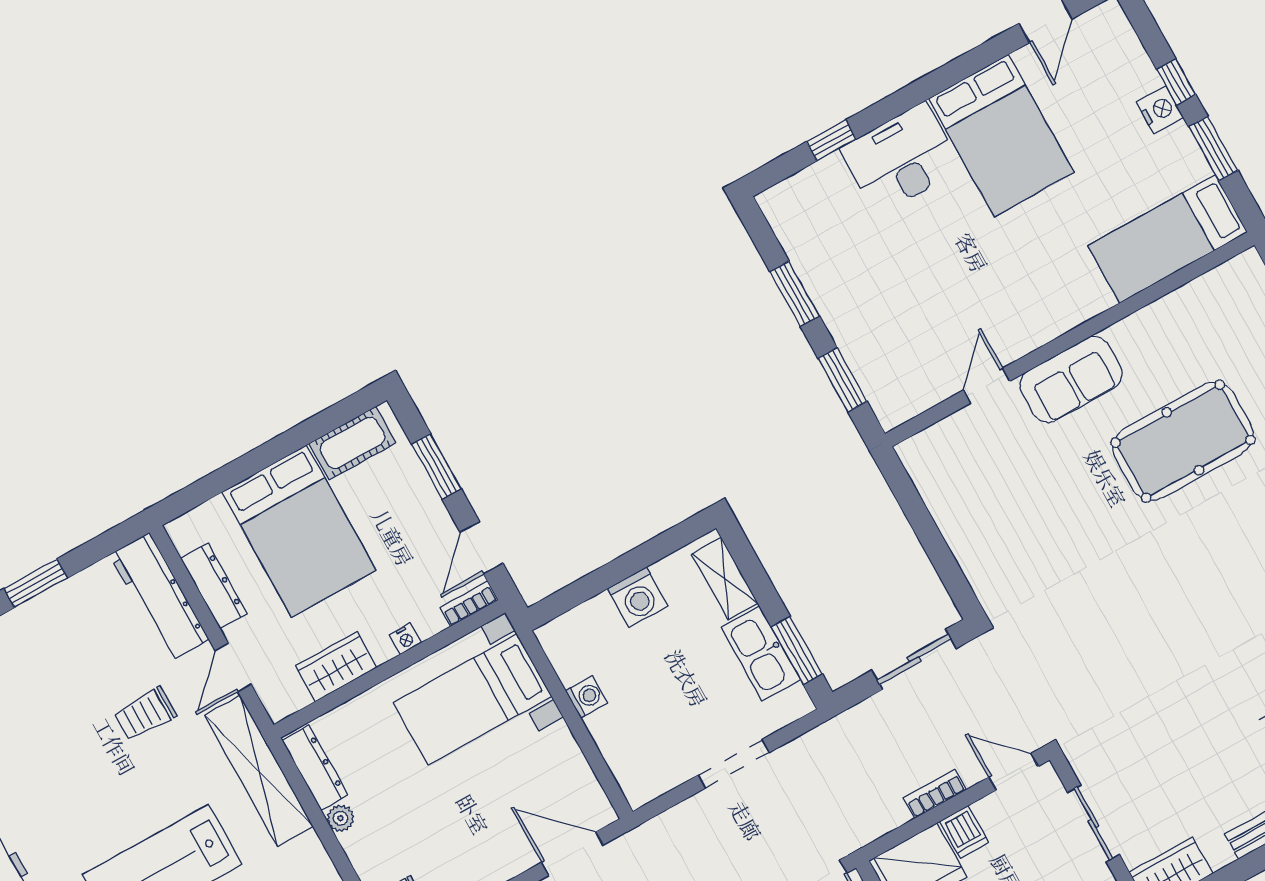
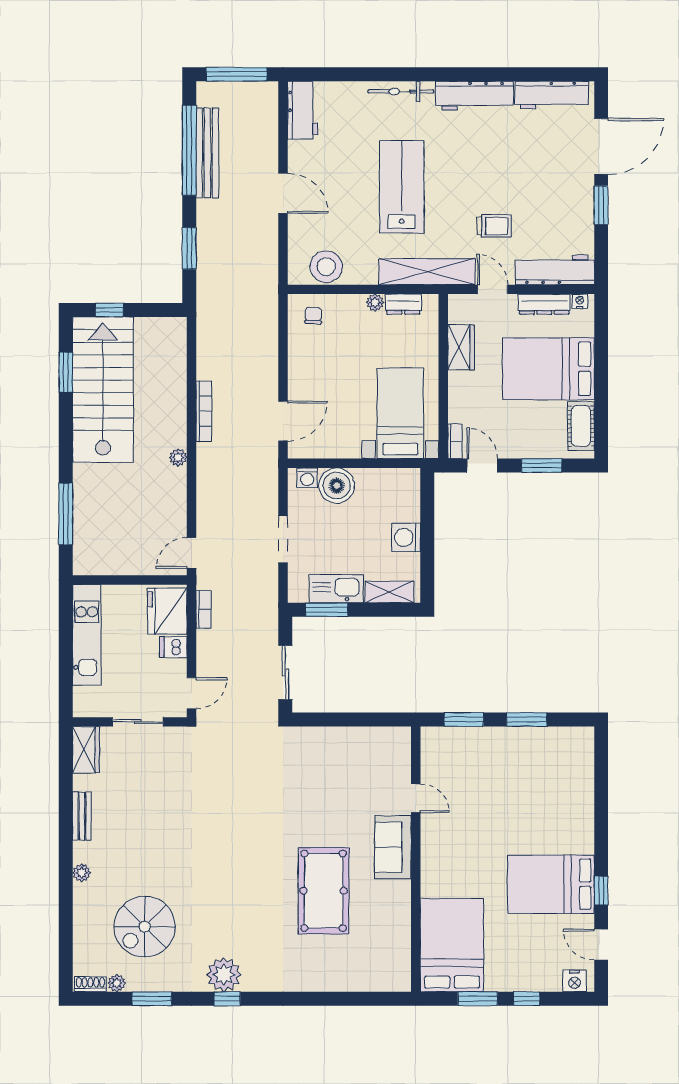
nightstand: (1160, 110) -> (574, 981), moved
window: (831, 140) -> (601, 891), moved
desk: (901, 159) -> (569, 821), removed
bed: (1168, 239) -> (452, 945), width x1.50
nightstand: (405, 639) -> (580, 301), moved, turned 90
washing machine: (587, 697) -> (307, 478), moved
trolley: (145, 714) -> (494, 226), turned 90
boiler: (620, 731) -> (337, 486), added
dresser: (315, 768) -> (403, 304), width x0.70
bookcase: (935, 794) -> (204, 609), moved

